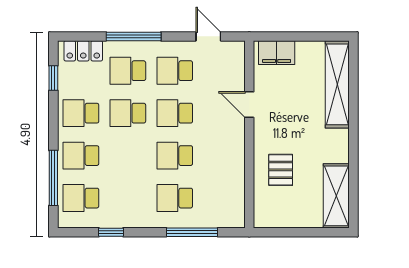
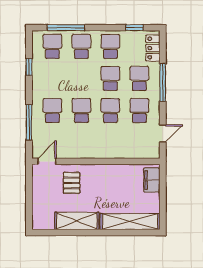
door: (249, 105) -> (47, 161), moved
pallet: (281, 170) -> (72, 183), turned 90
shelving: (336, 196) -> (77, 221), moved

